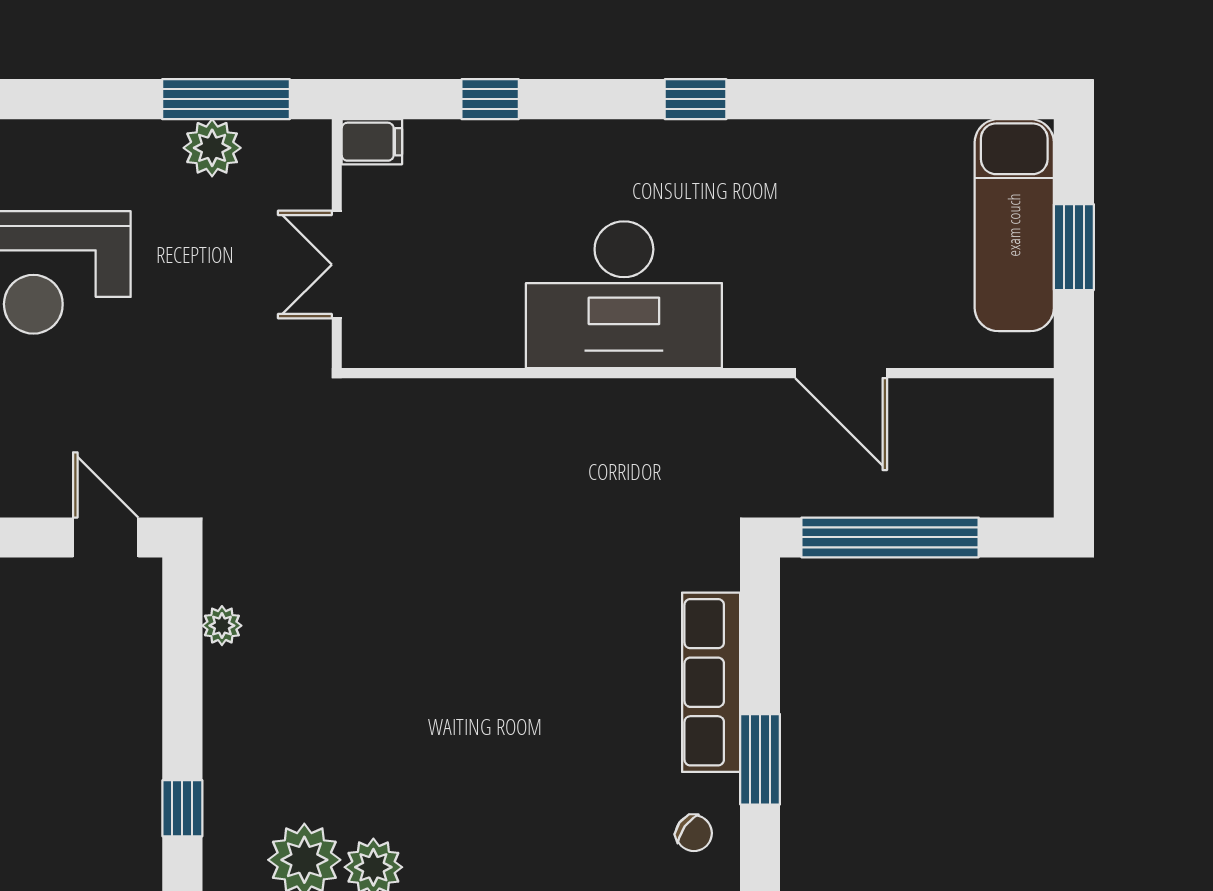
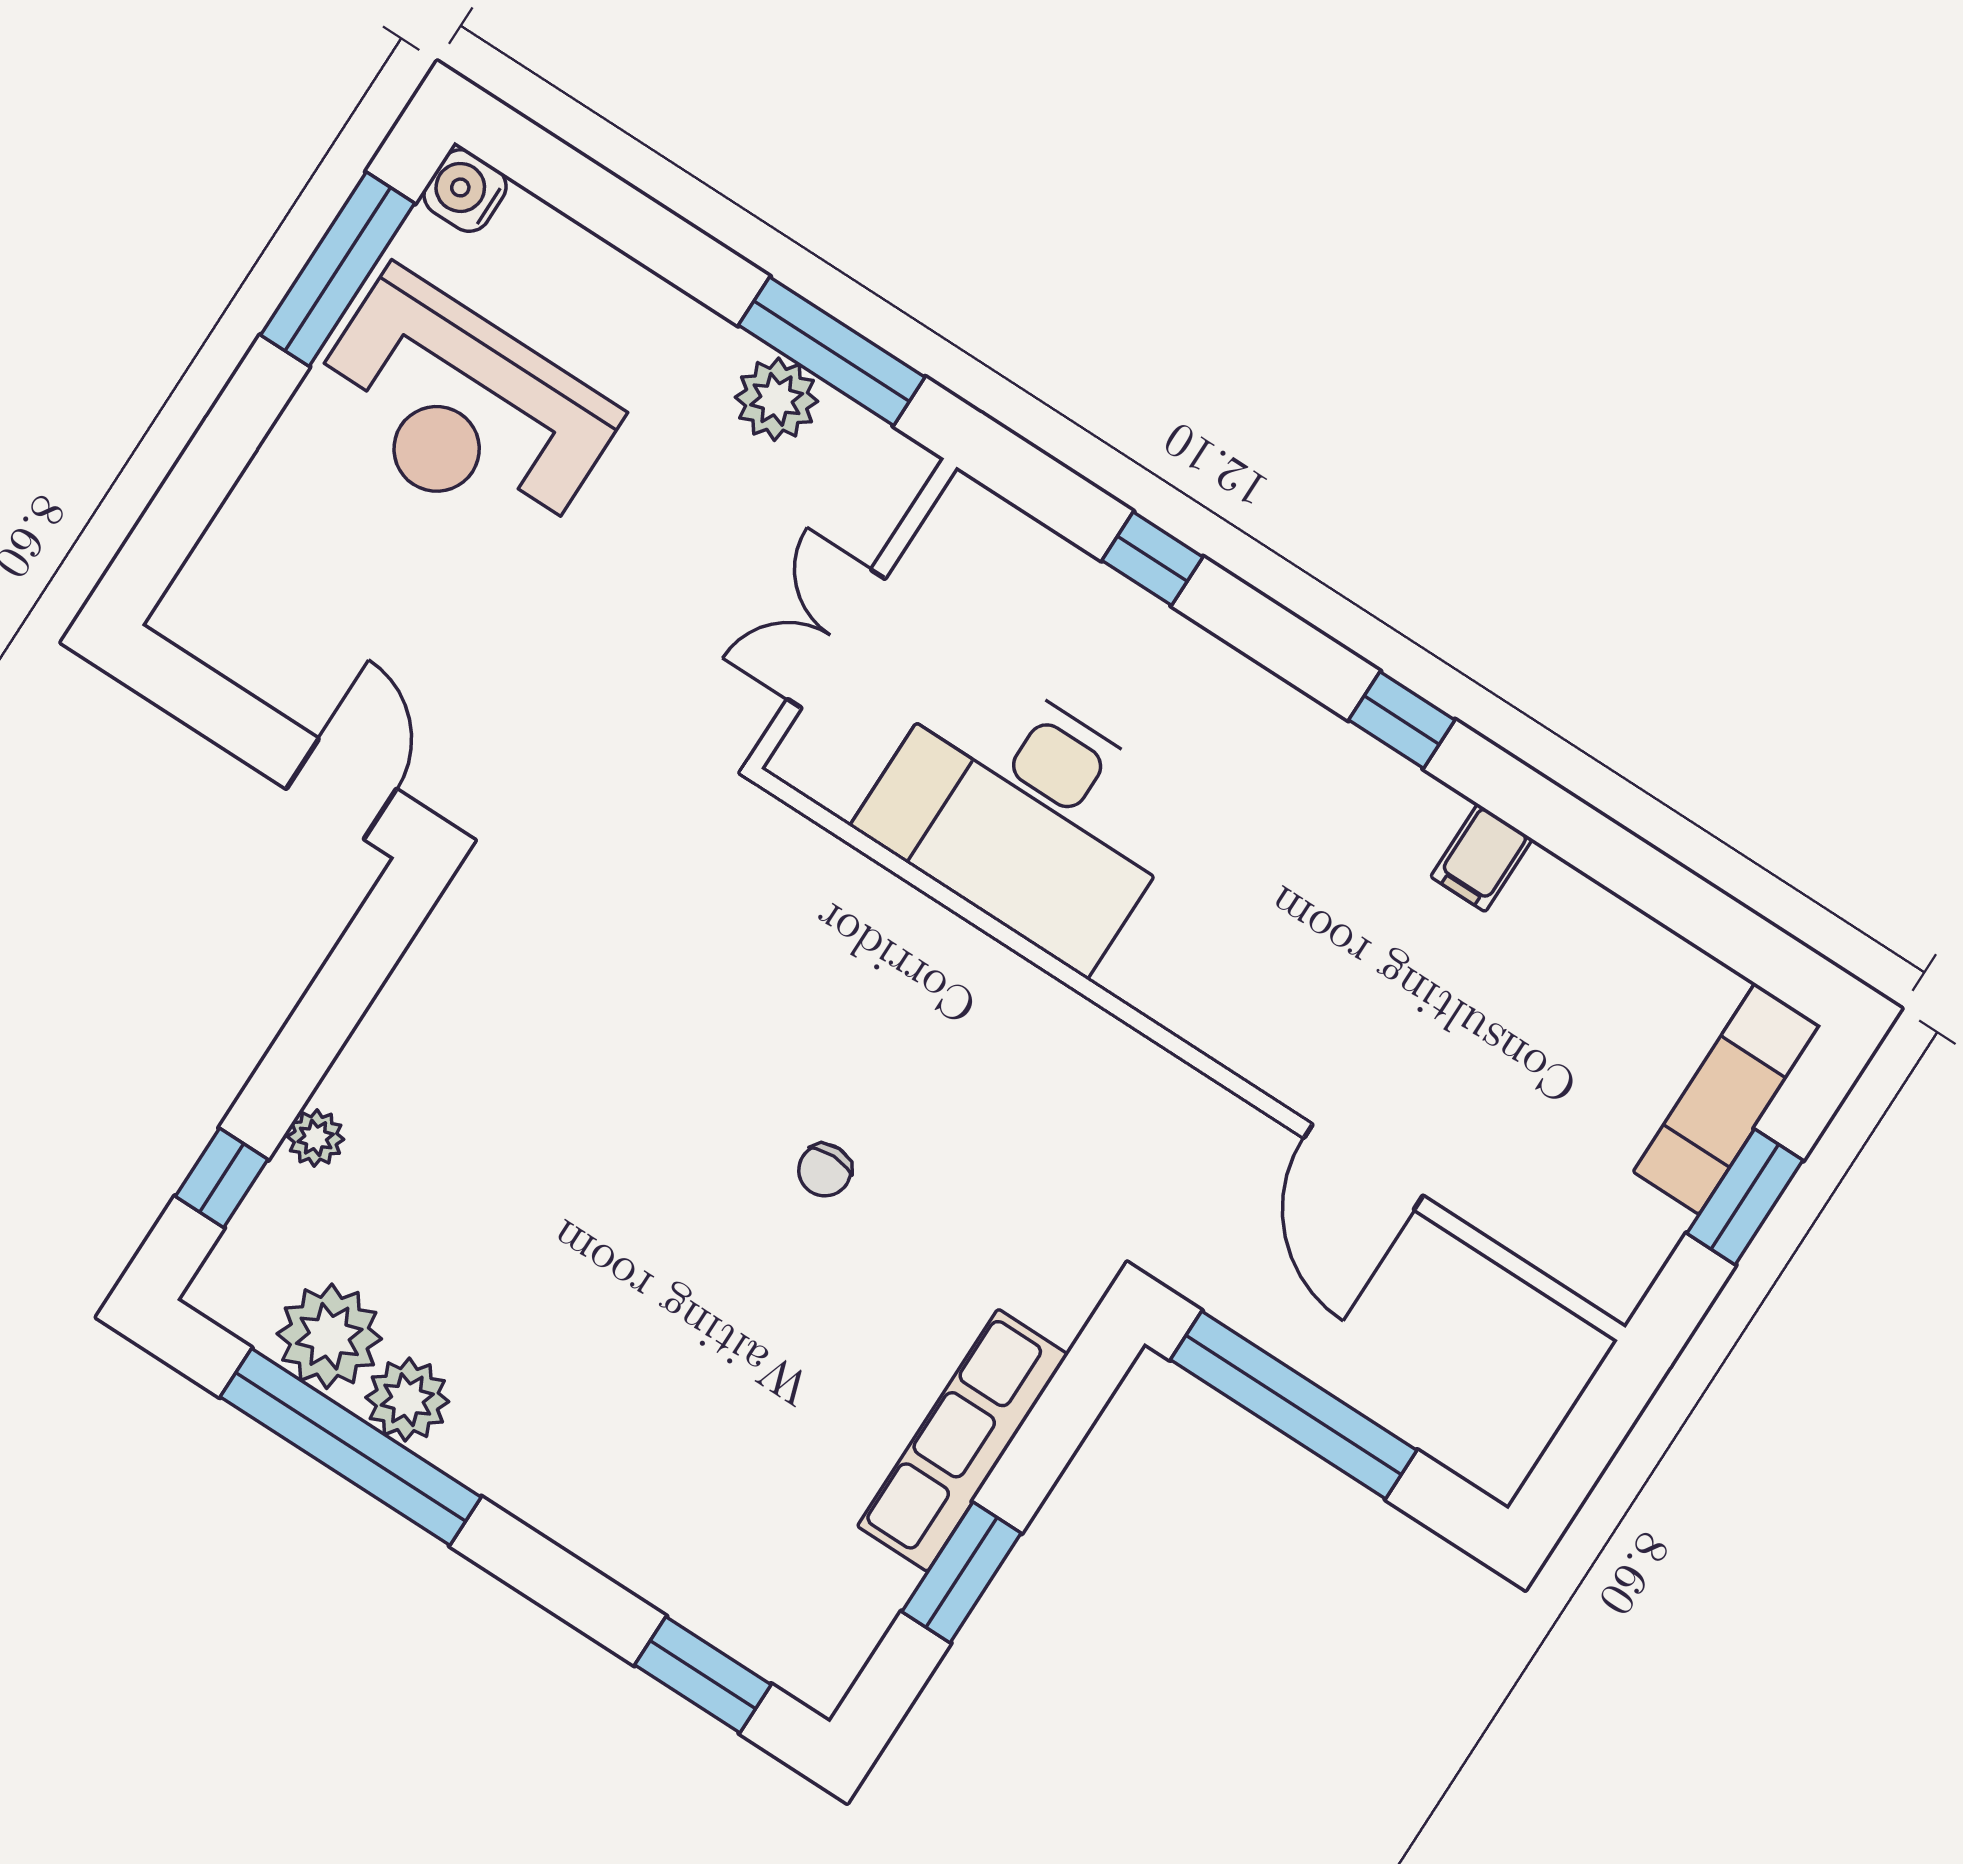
filing cabinet: (372, 142) -> (1482, 858), moved, turned 90
exam couch: (1014, 225) -> (1727, 1099), width x0.73, depth x0.69
desk: (624, 295) -> (1026, 814), moved
plant: (222, 626) -> (316, 1138), moved
chair: (694, 833) -> (825, 1170), moved, turned 54

